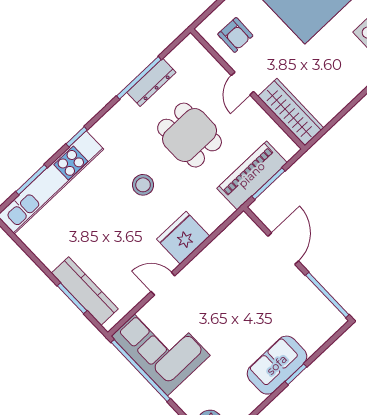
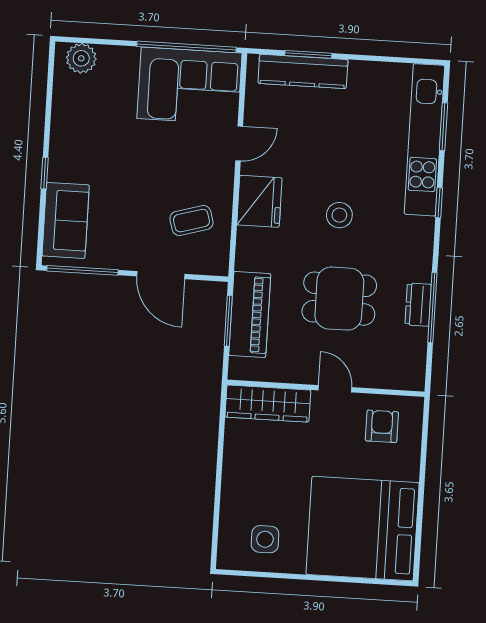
armchair: (235, 35) -> (382, 426), turned 89
dresser: (151, 82) -> (418, 305), width x0.70
coffee table: (234, 264) -> (191, 221), added
sofa: (277, 365) -> (66, 220), moved

